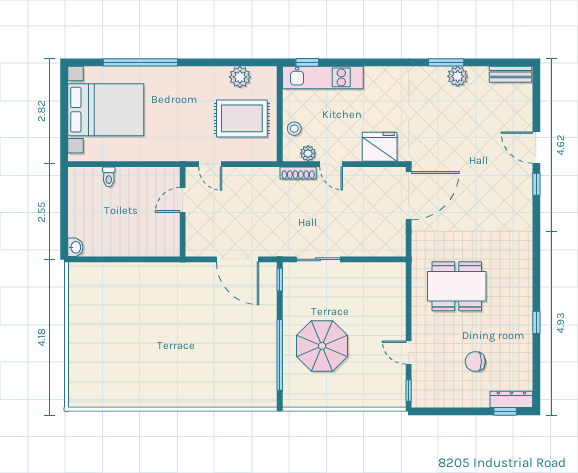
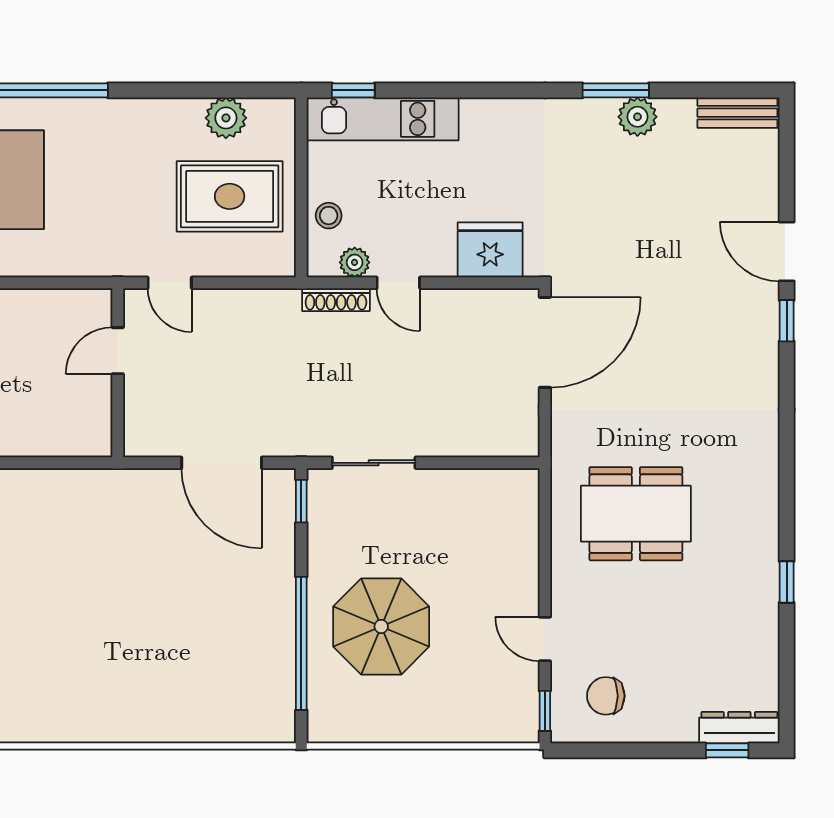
chair: (475, 362) -> (606, 696), moved

